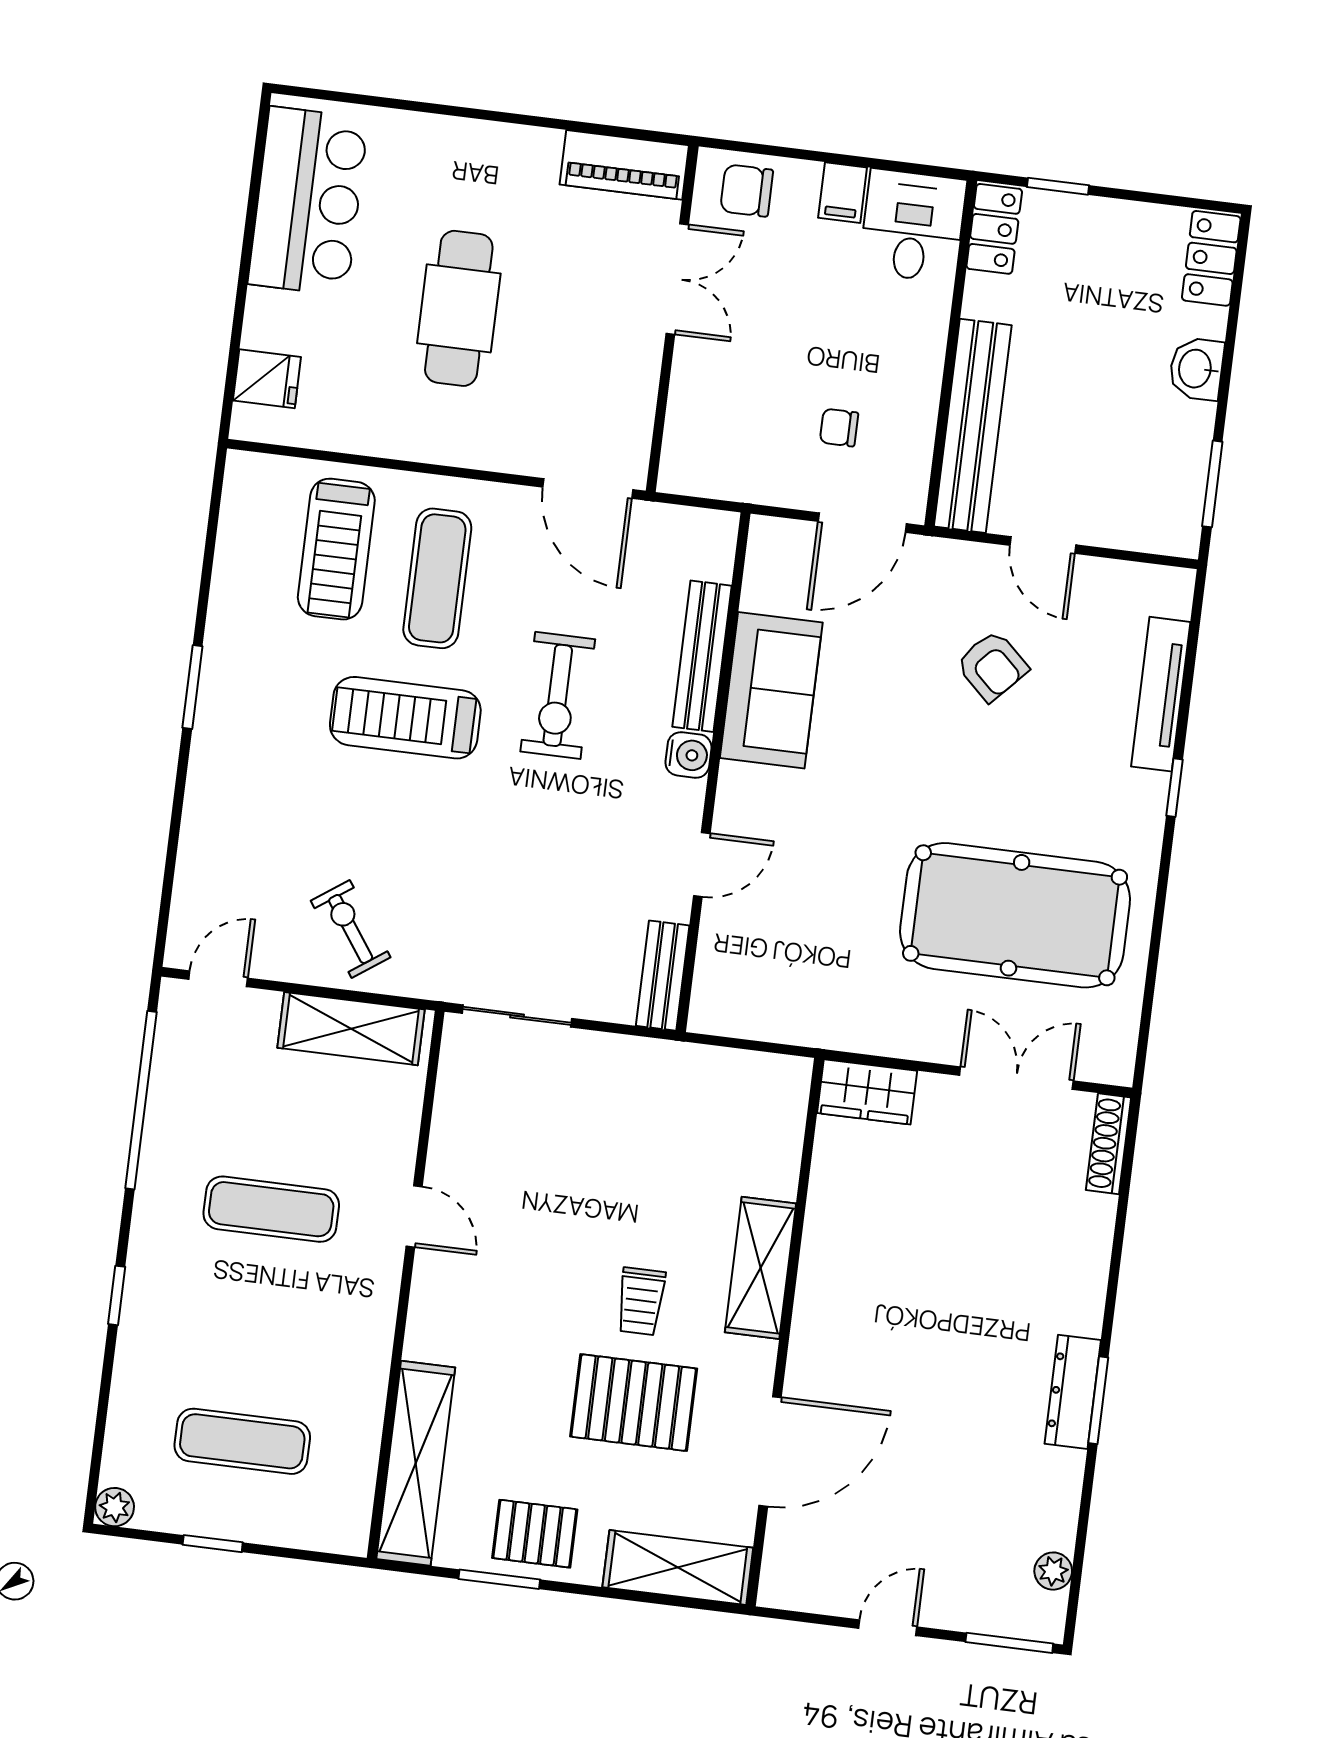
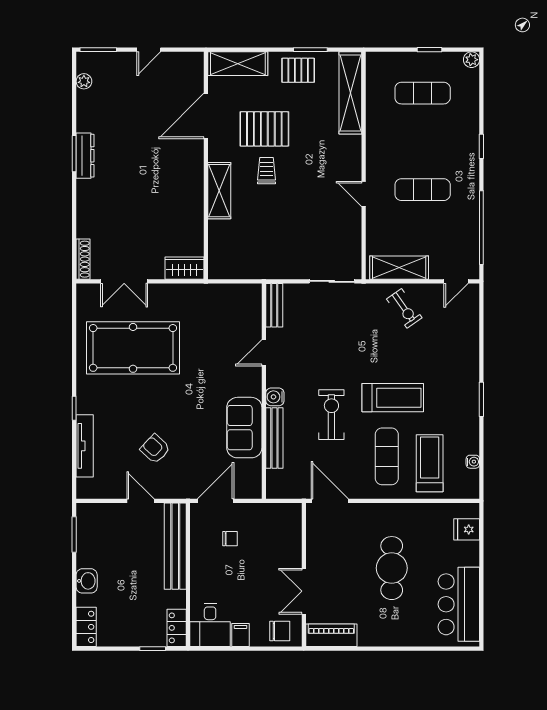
water cooler: (232, 540) -> (473, 462), added

